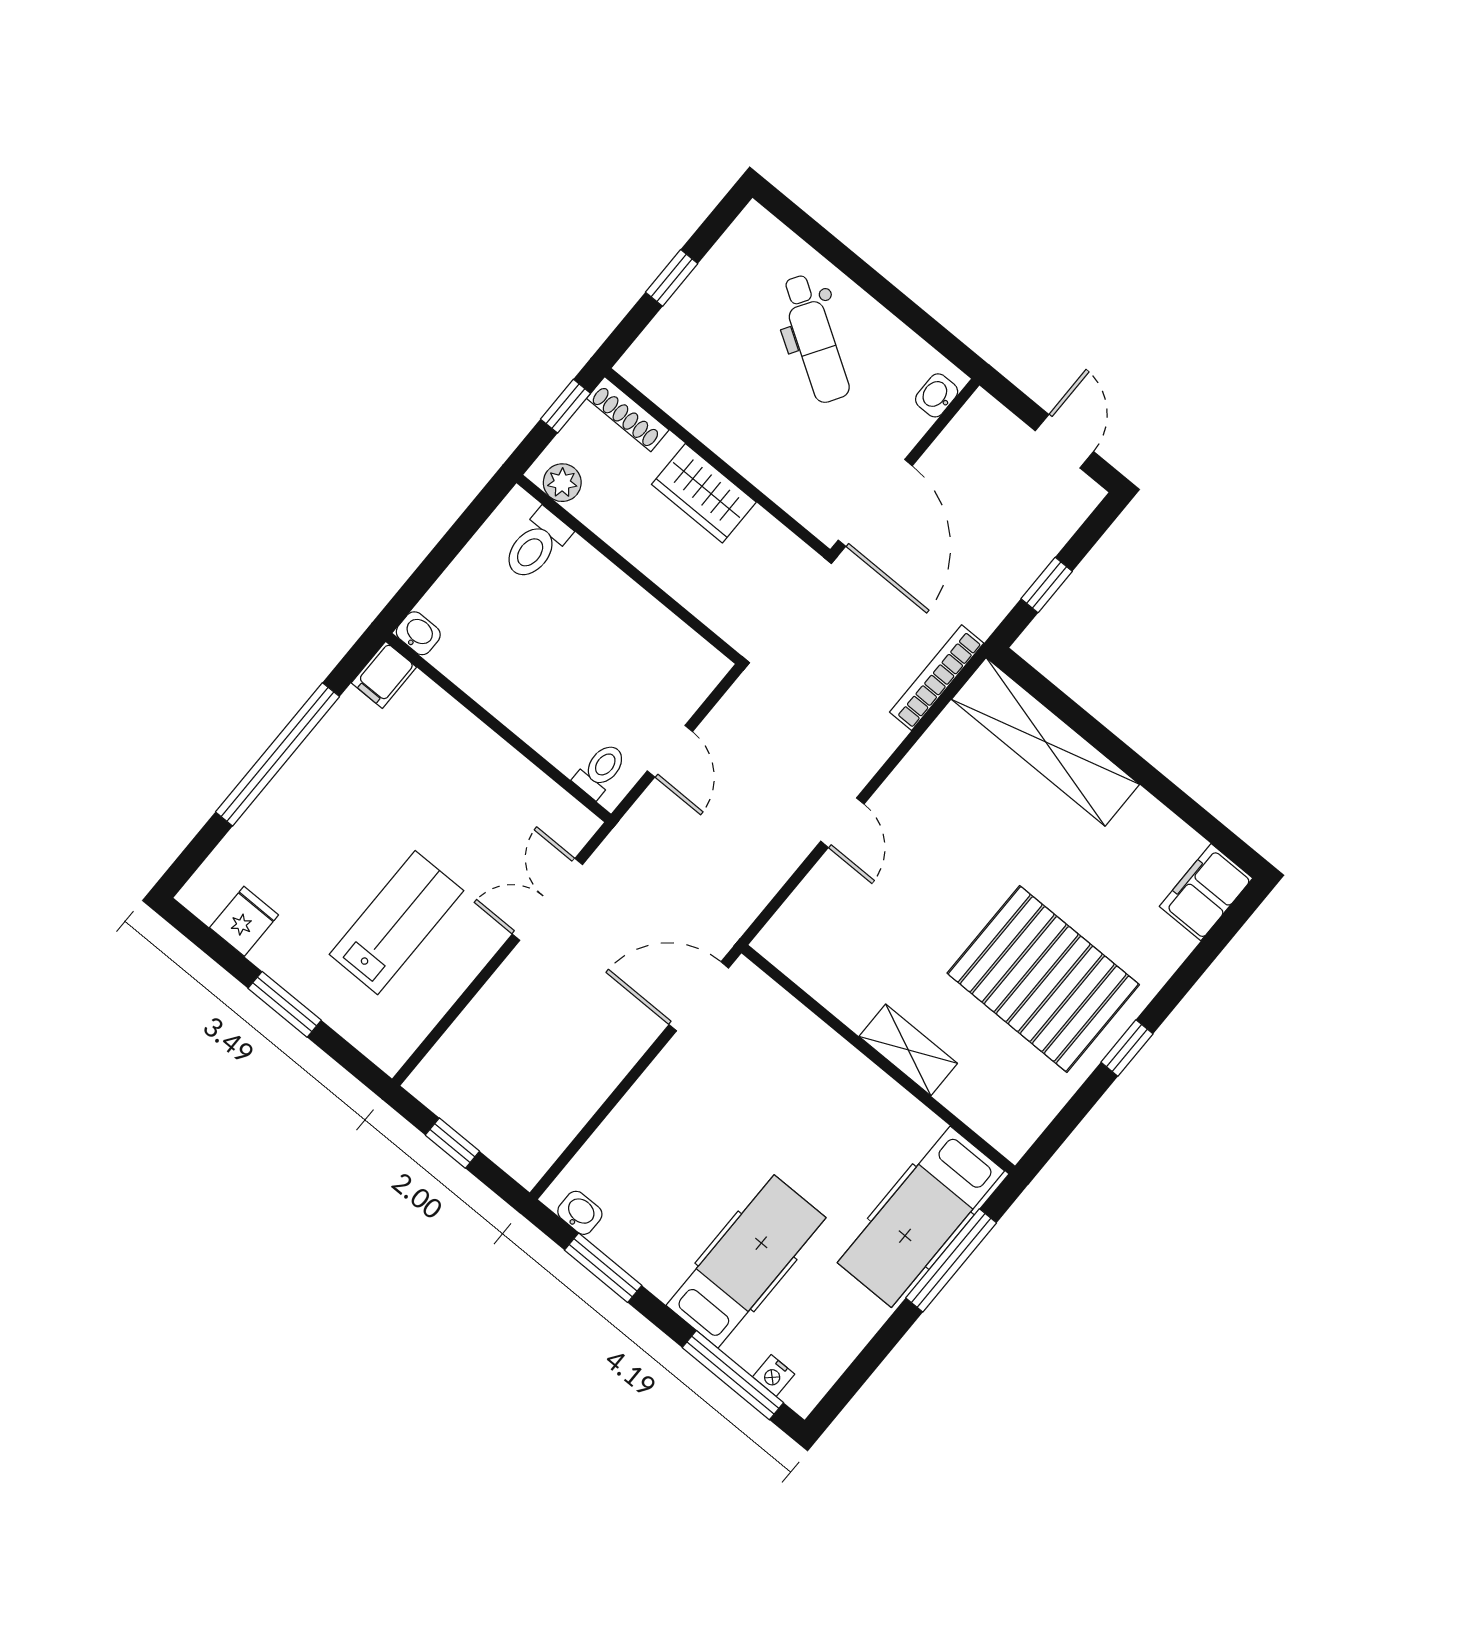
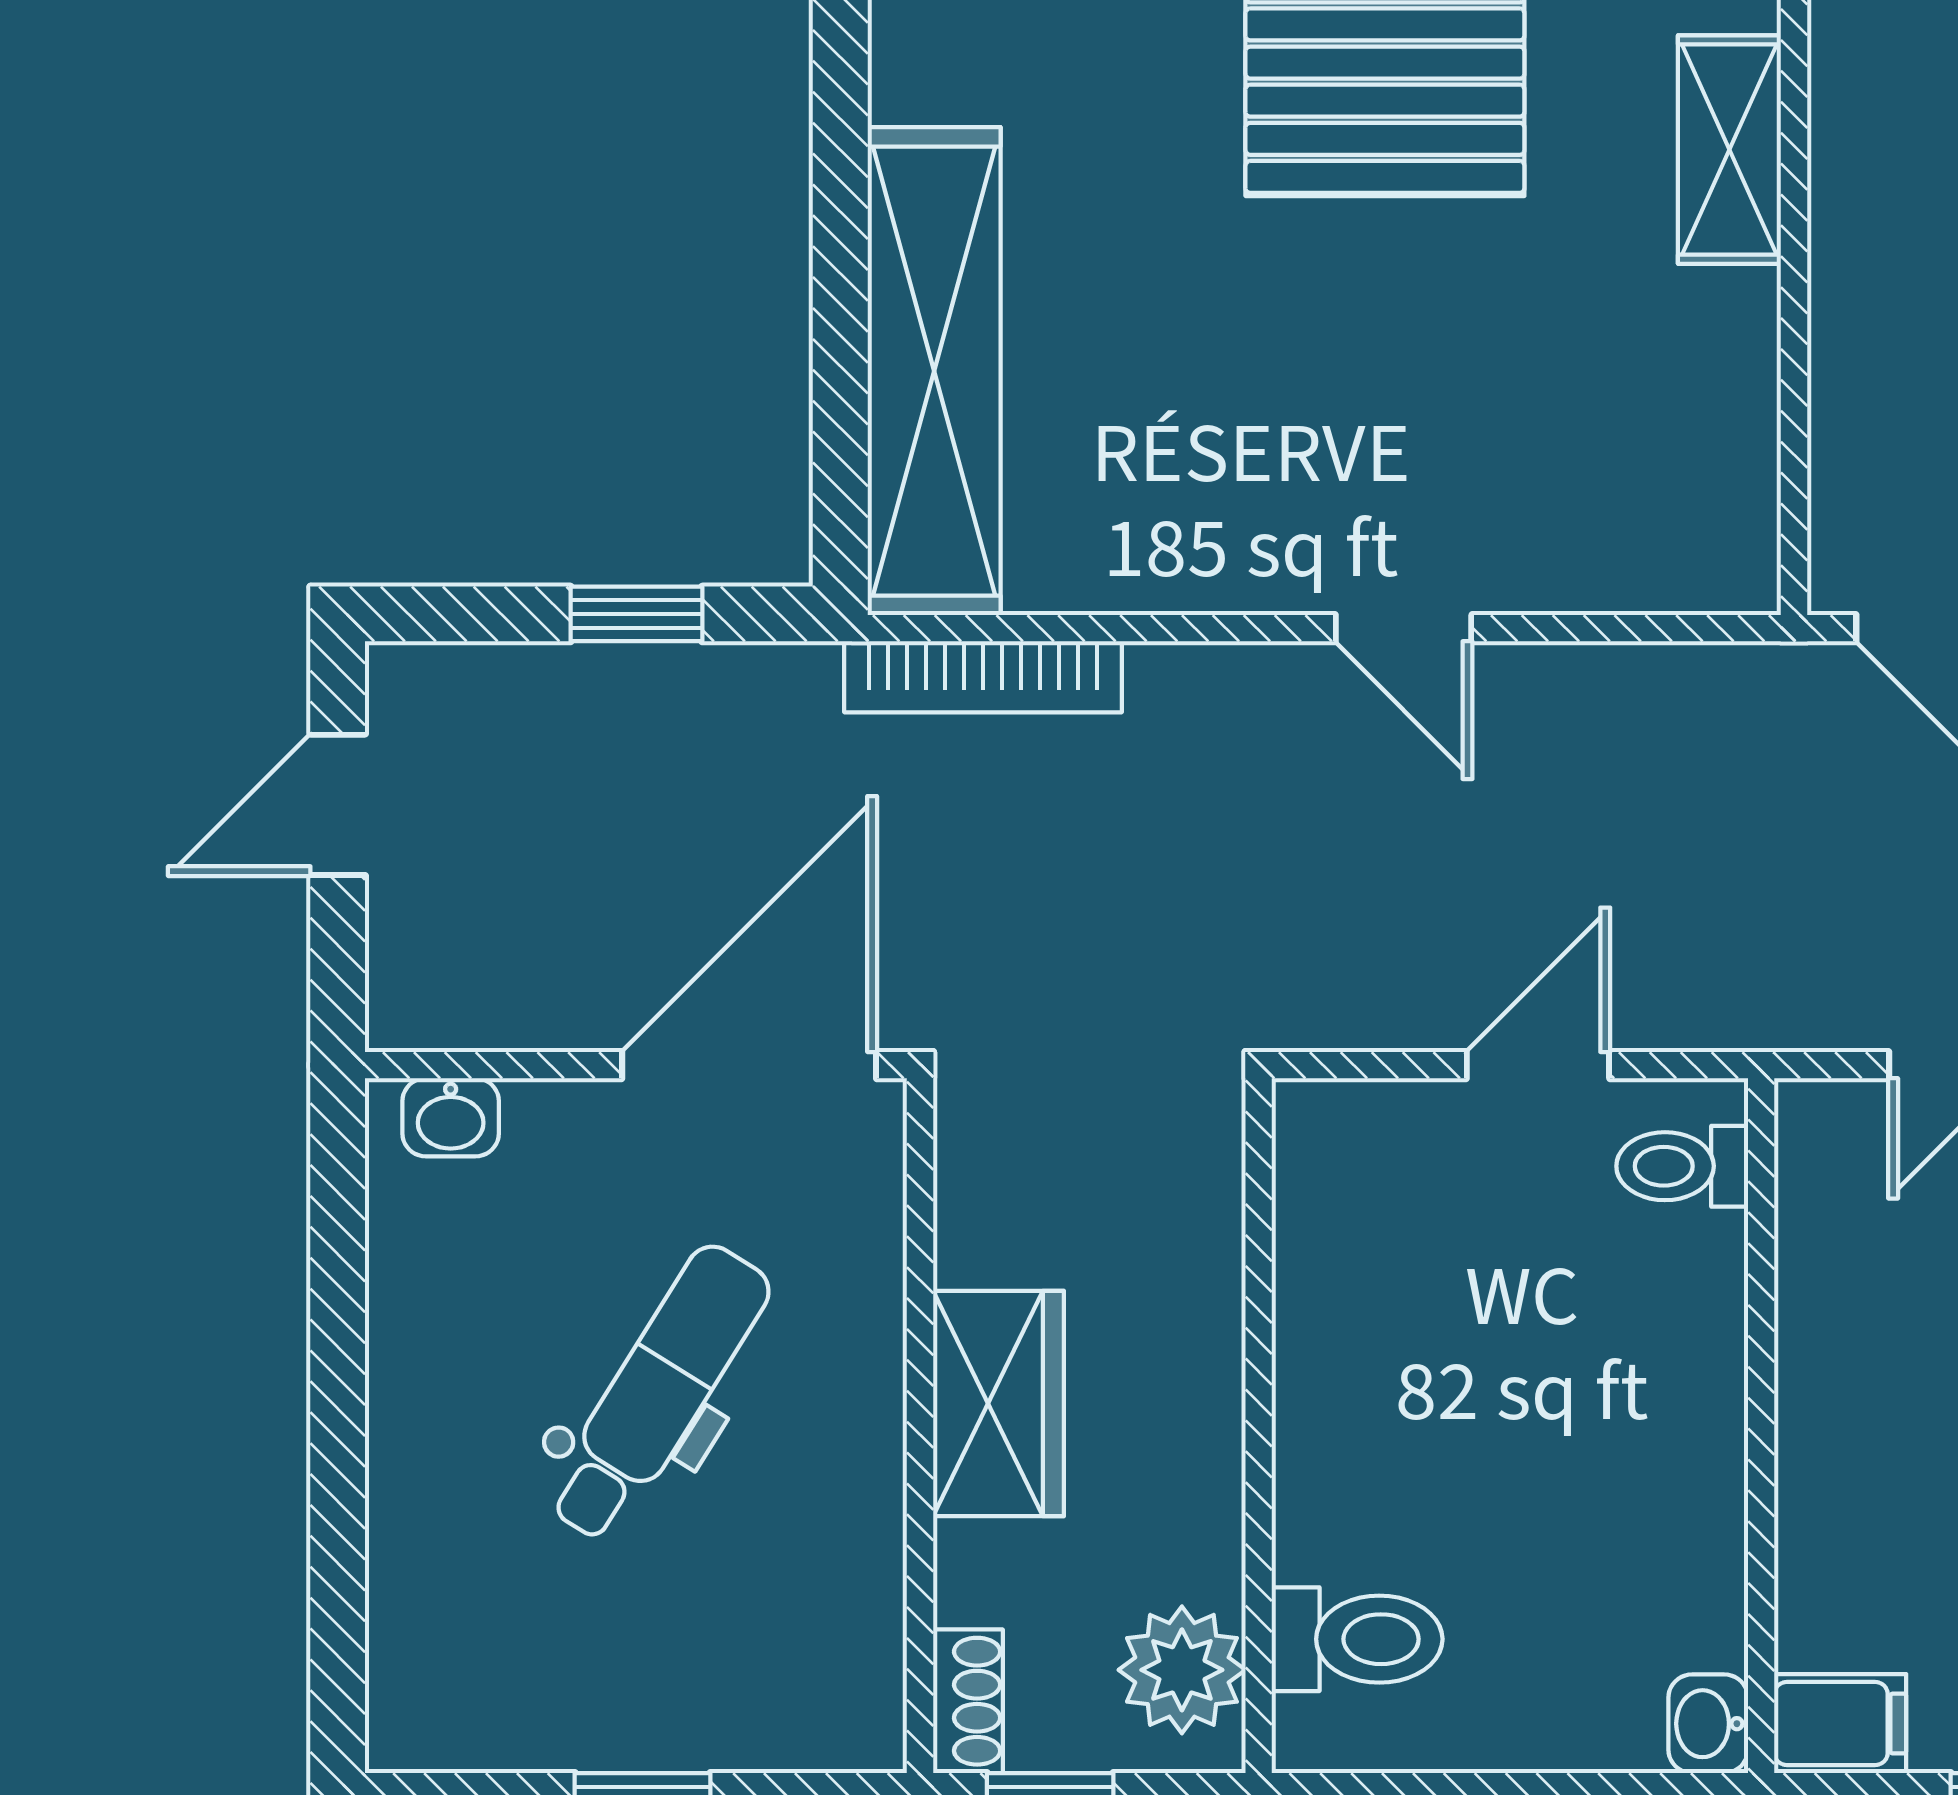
dental chair: (815, 339) -> (658, 1393), moved
shoe rack: (628, 414) -> (968, 1701), width x0.70
plant: (562, 483) -> (1182, 1670), width x1.38, depth x1.38
door: (842, 823) -> (1404, 628), swing flipped

